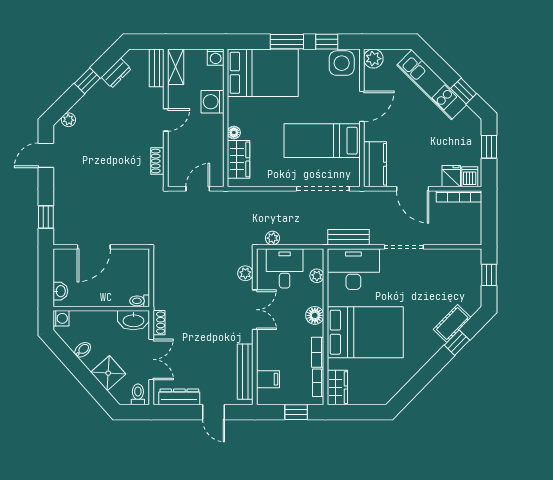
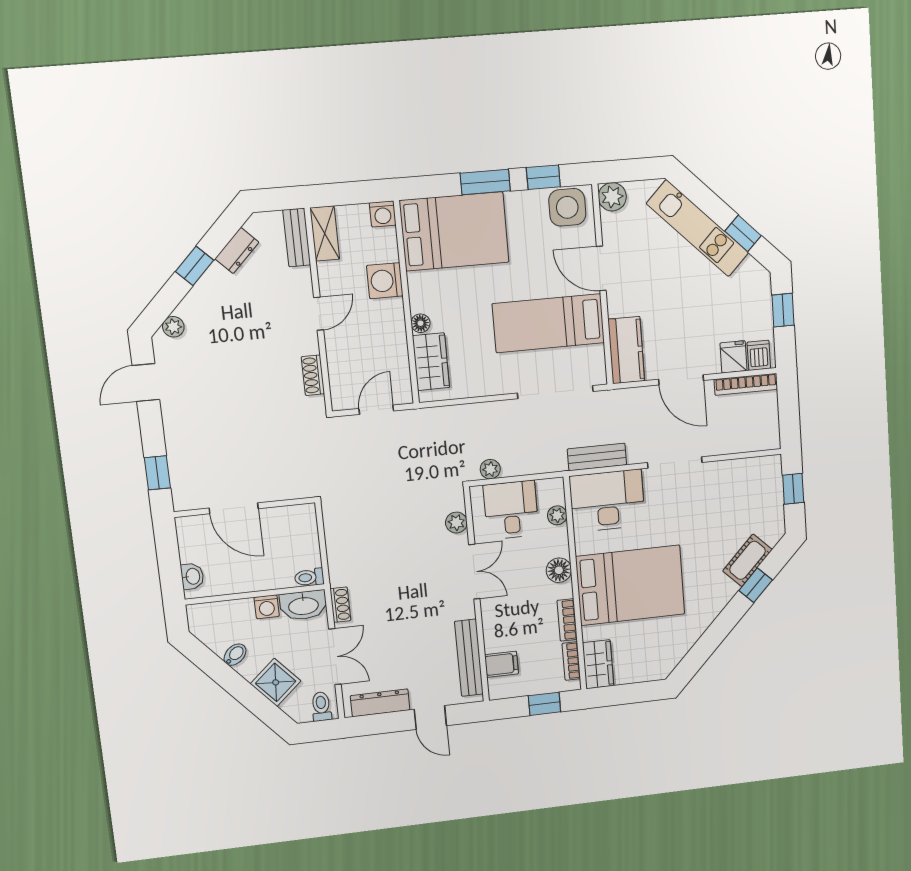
door: (362, 106) -> (601, 268), swing flipped
door: (94, 247) -> (234, 508), hinge flipped
washing machine: (61, 318) -> (267, 607), moved, turned 90

